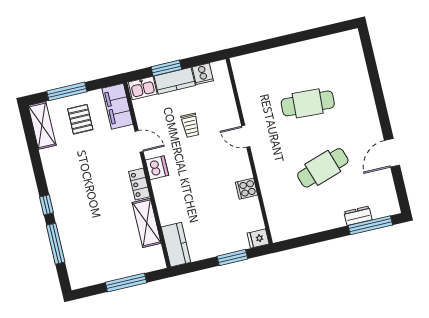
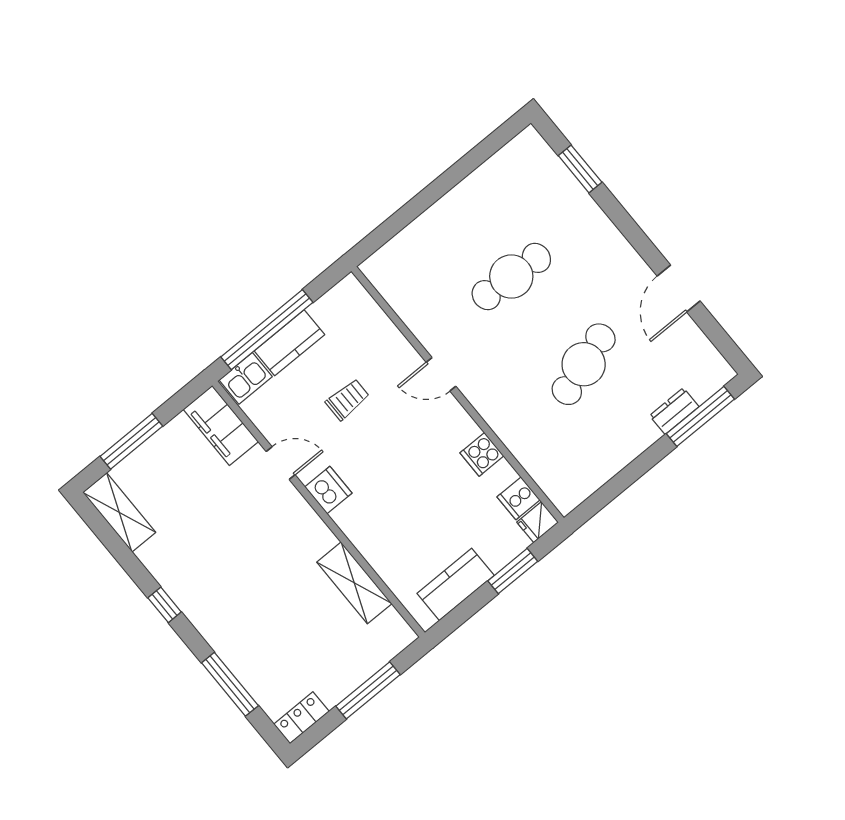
window: (371, 65) -> (580, 169), added
window: (166, 68) -> (267, 330), width x2.11
cooker: (203, 74) -> (519, 498), moved, turned 90
pallet: (80, 119) -> (173, 474), removed
trolley: (190, 125) -> (347, 400), turned -90
locker: (139, 184) -> (301, 718), moved, turned 90
window: (46, 205) -> (165, 605), moved
kitchen counter: (176, 245) -> (456, 584), moved, turned -90

